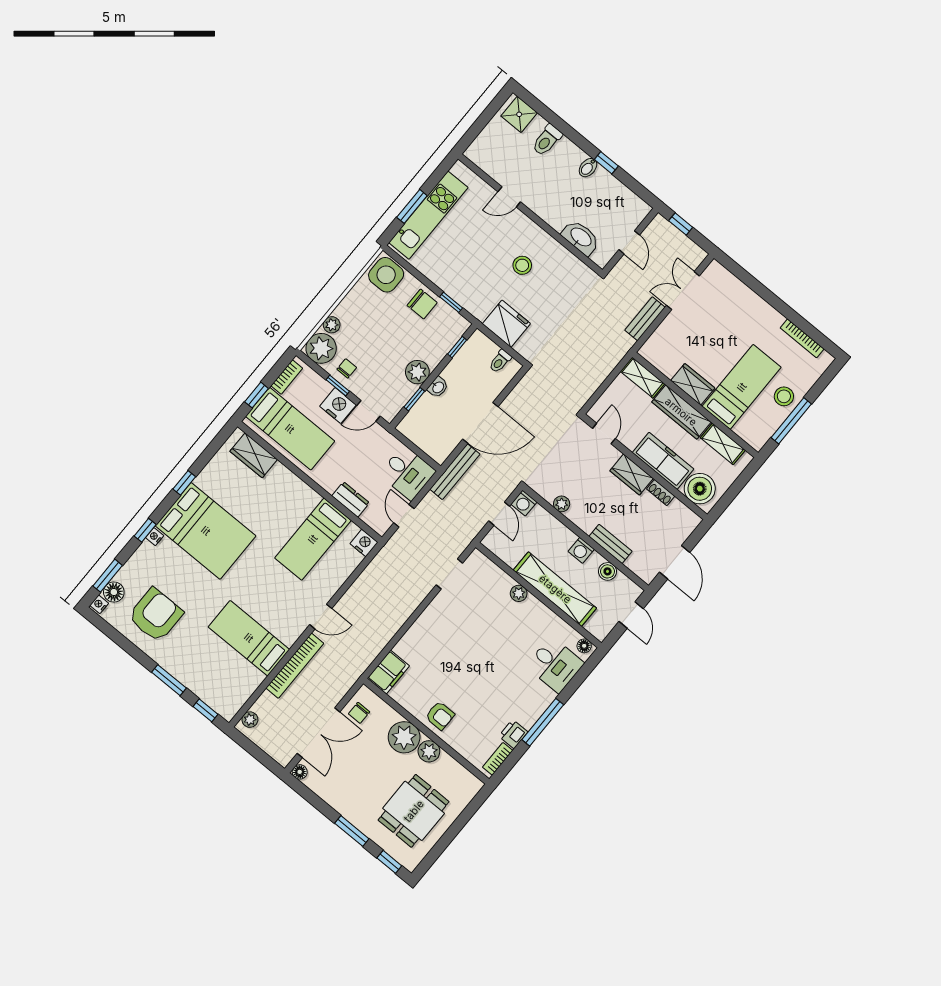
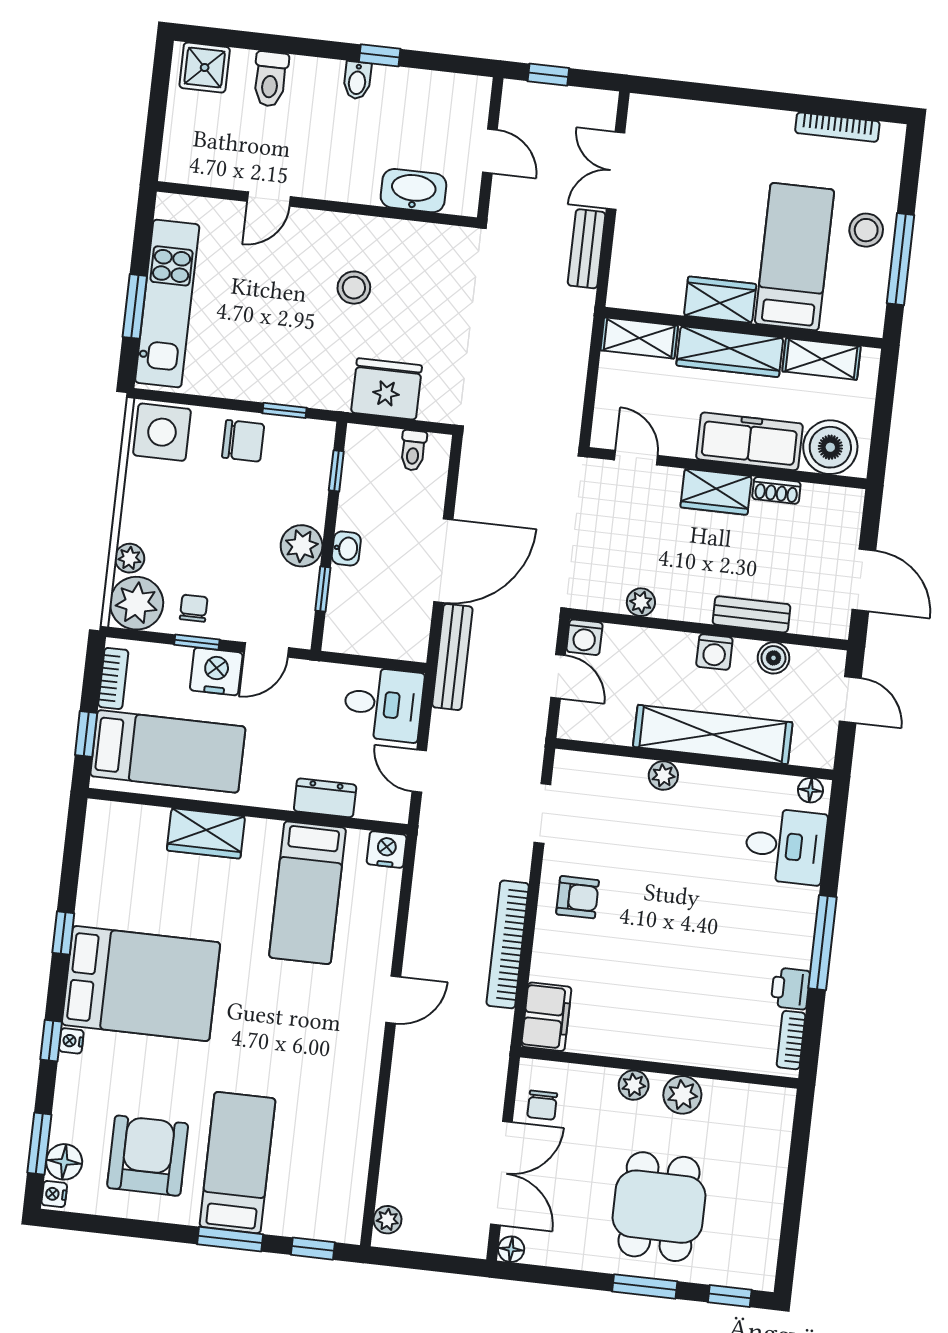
wardrobe: (254, 455) -> (206, 833), moved
bed: (249, 638) -> (237, 1163), moved, turned 90
bookcase: (295, 666) -> (508, 944), moved, turned 180
armchair: (440, 716) -> (578, 897), moved
plant: (404, 737) -> (634, 1085), width x0.53, depth x0.53
dining table: (414, 811) -> (659, 1207), moved

